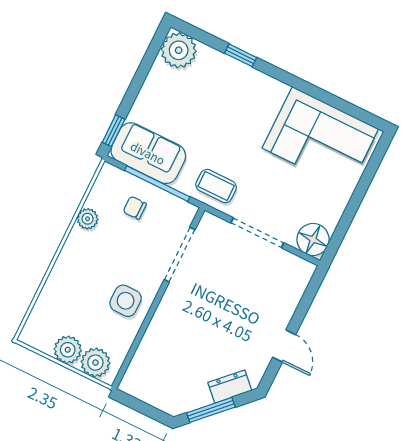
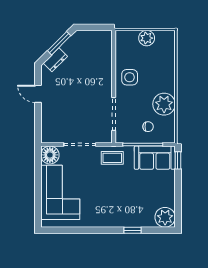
corner sofa: (320, 138) -> (60, 192), moved, turned 90
plant: (88, 219) -> (164, 104), width x1.87, depth x1.87
plant: (95, 363) -> (129, 38), removed

